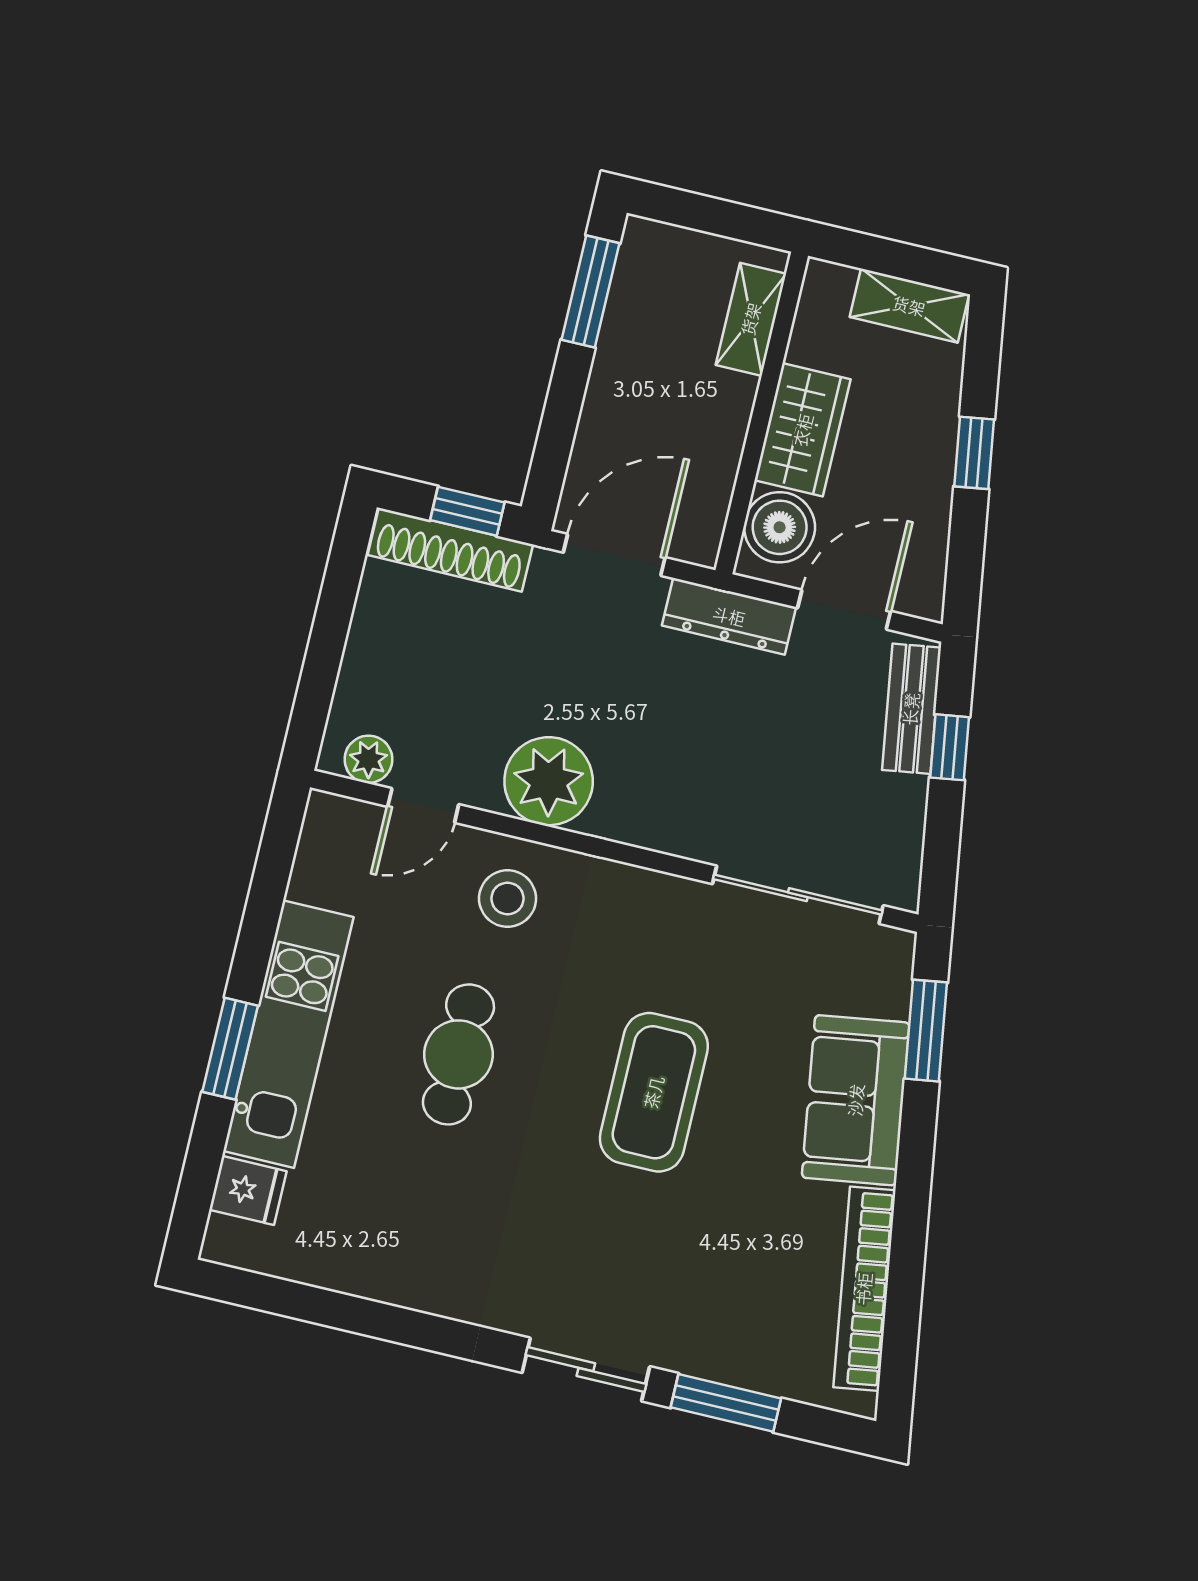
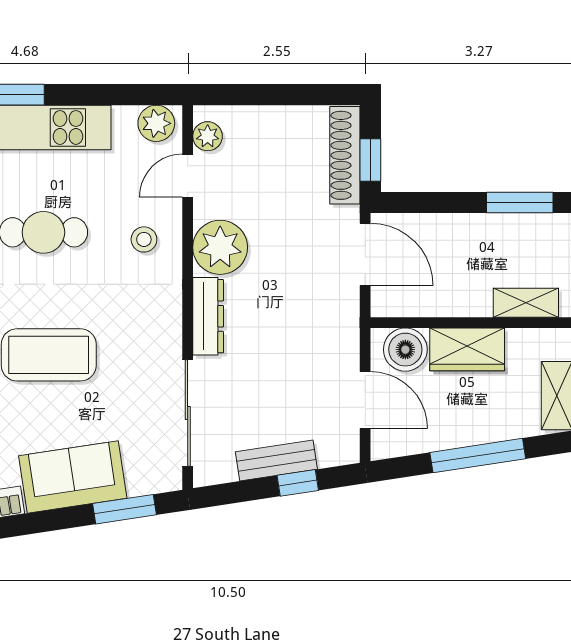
window: (974, 453) -> (478, 456), width x2.17
dresser: (729, 616) -> (208, 316), moved, turned 180
bench: (911, 709) -> (276, 460), moved
door: (423, 805) -> (188, 176), hinge flipped
plant: (329, 835) -> (156, 123), added
stool: (508, 899) -> (144, 239), width x0.73, depth x0.73

